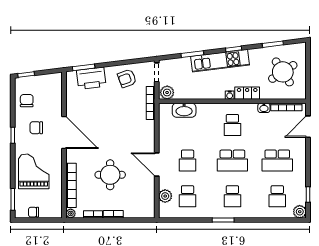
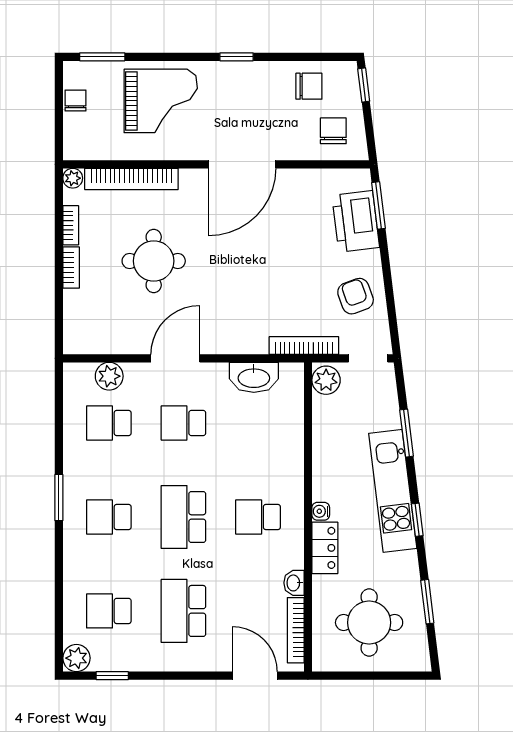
round table: (283, 72) -> (369, 623), turned 33
washbasin: (184, 110) -> (254, 377), moved, turned -90
chair: (36, 128) -> (333, 131), moved

